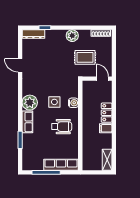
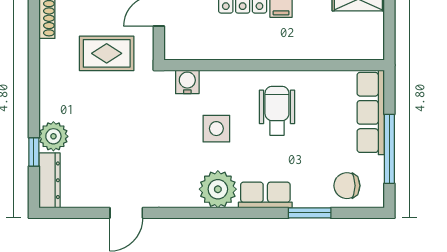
plant: (72, 36) -> (53, 136), moved
rug: (85, 57) -> (107, 53), turned 90
water cooler: (73, 103) -> (187, 82), moved
chair: (31, 155) -> (347, 186), added

